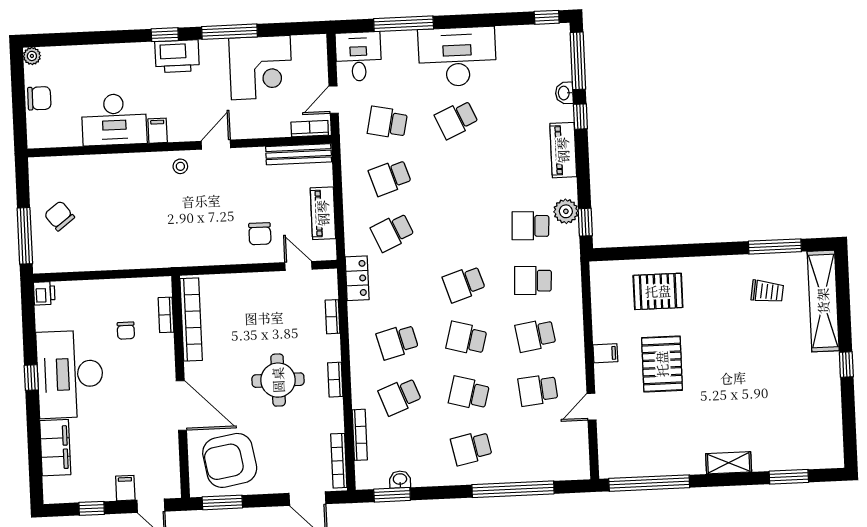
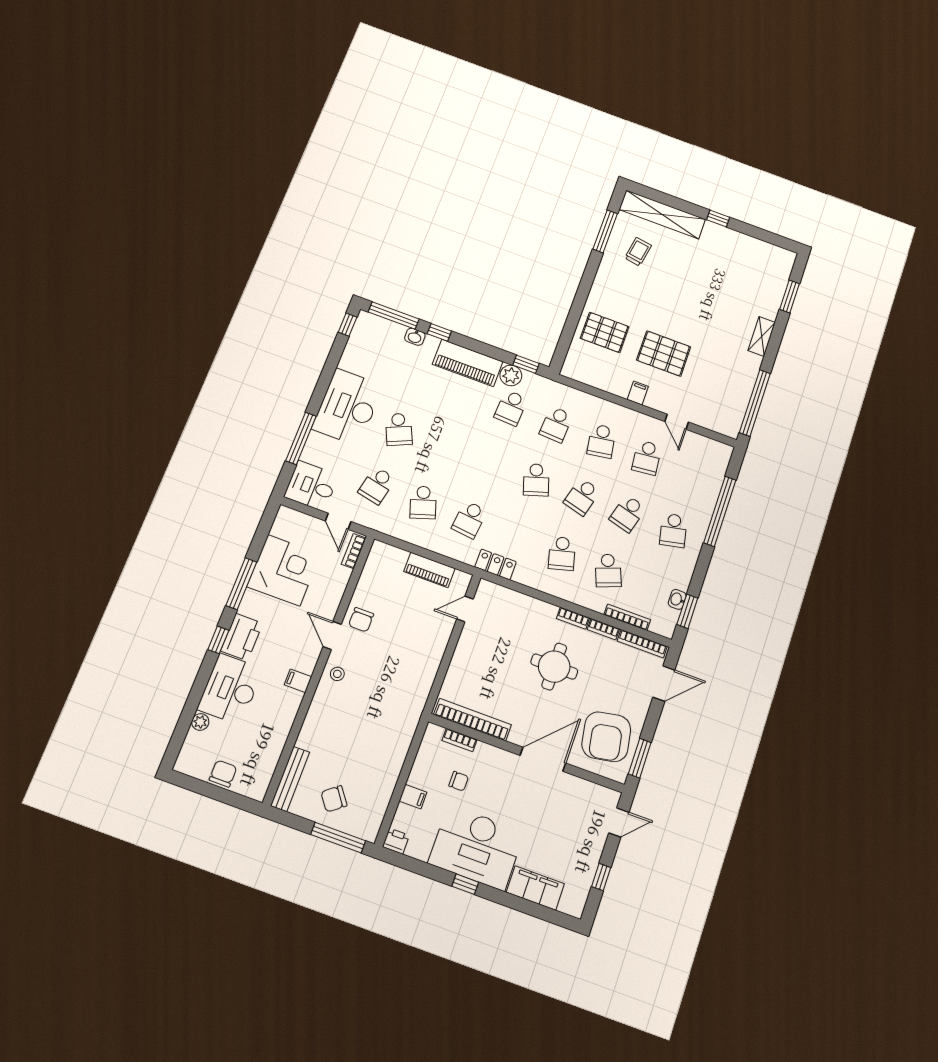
plant: (32, 56) -> (200, 722), moved
desk: (114, 120) -> (230, 689), moved, turned 180
piano: (563, 150) -> (468, 363), width x1.37, depth x1.33
bench: (299, 154) -> (290, 779), moved
school desk: (392, 232) -> (469, 519), turned 30
chair: (260, 234) -> (361, 620), moved, turned 90
pallet: (658, 291) -> (605, 332), turned 90
bookcase: (332, 317) -> (603, 629), moved
filing cabinet: (125, 488) -> (413, 797), moved, turned 180

